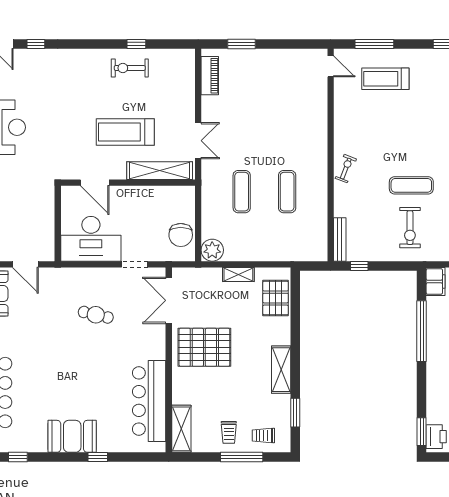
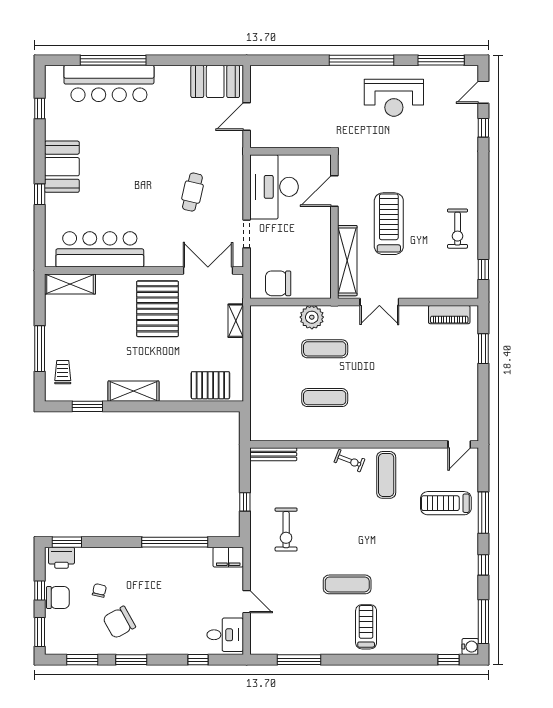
window: (136, 44) -> (483, 270), moved
window: (374, 44) -> (483, 513), moved
exercise bike: (130, 68) -> (458, 229), turned 180
treadmill: (385, 79) -> (446, 503), turned -90
exercise mat: (411, 185) -> (386, 475), moved
exercise bike: (410, 228) -> (286, 530), turned -90
plant: (212, 250) -> (312, 317), moved
window: (359, 266) -> (245, 502), moved
shelving: (238, 275) -> (236, 321), moved
trolley: (229, 432) -> (66, 335), removed

